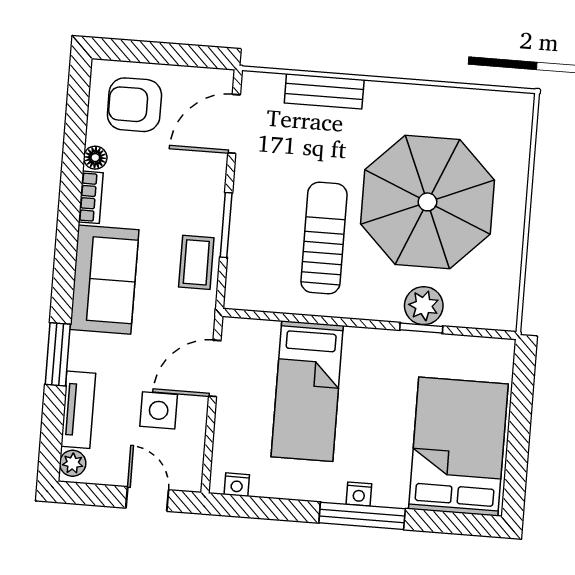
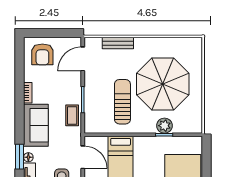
armchair: (134, 105) -> (42, 54), turned -90
floor lamp: (95, 158) -> (28, 157), moved
door: (215, 368) -> (83, 157), swing flipped

